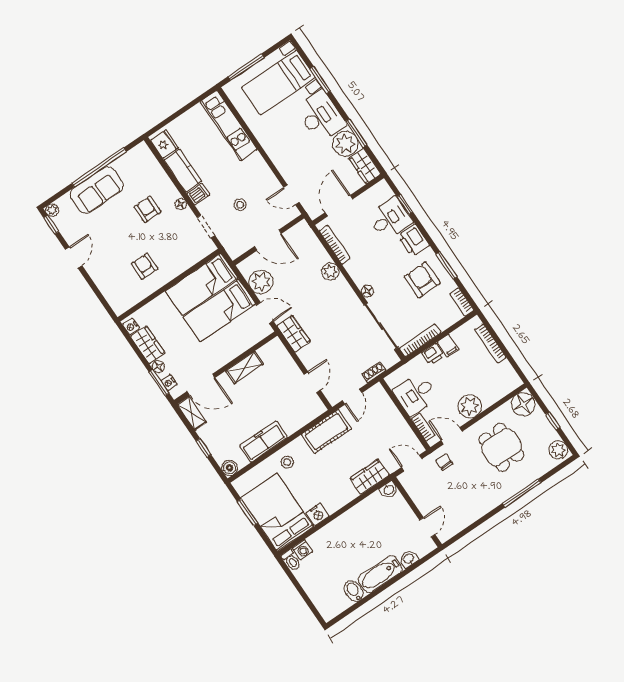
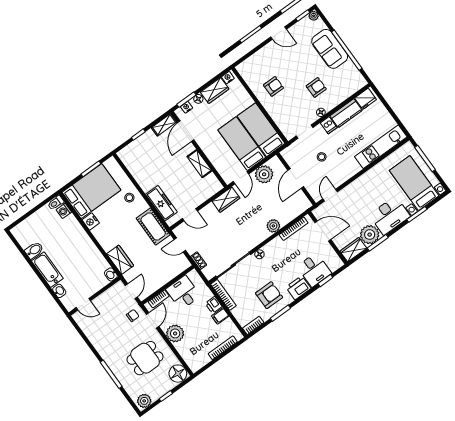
freezer: (263, 442) -> (161, 203), moved
boiler: (230, 468) -> (124, 154), removed

